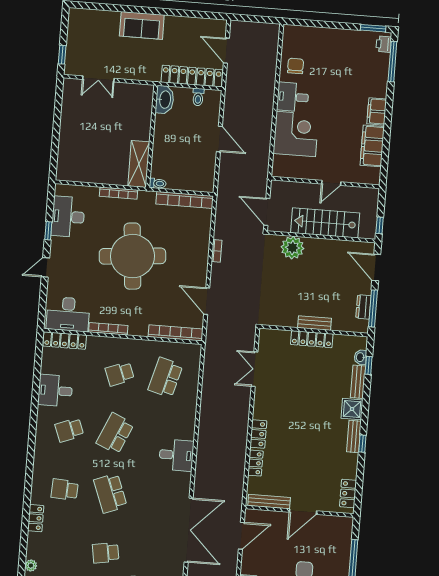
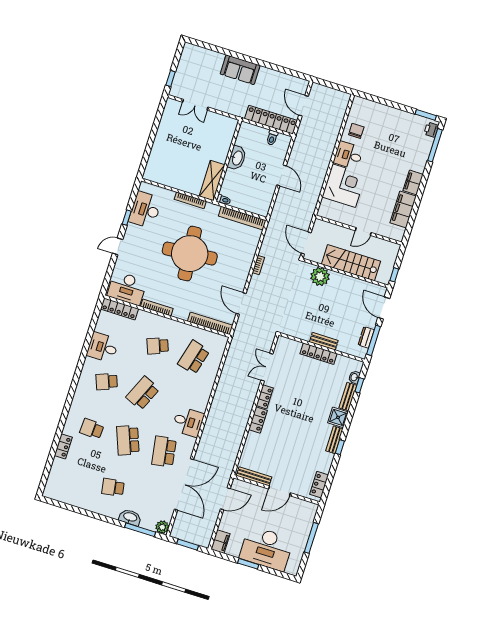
washbasin: (165, 100) -> (237, 158), moved
locker: (255, 463) -> (265, 397), moved
school desk: (156, 497) -> (164, 452), added
plant: (31, 566) -> (51, 484), removed

